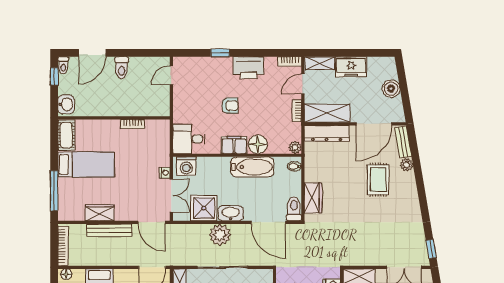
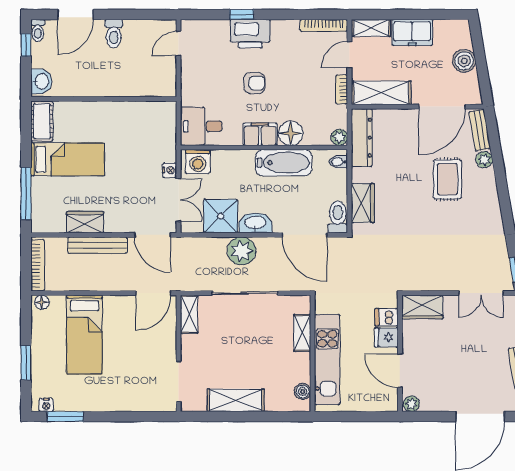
bookcase: (290, 61) -> (324, 25), width x1.56
printer: (248, 68) -> (250, 34), moved
bookcase: (132, 124) -> (128, 107), removed
dresser: (327, 133) -> (362, 138), moved, turned -90

